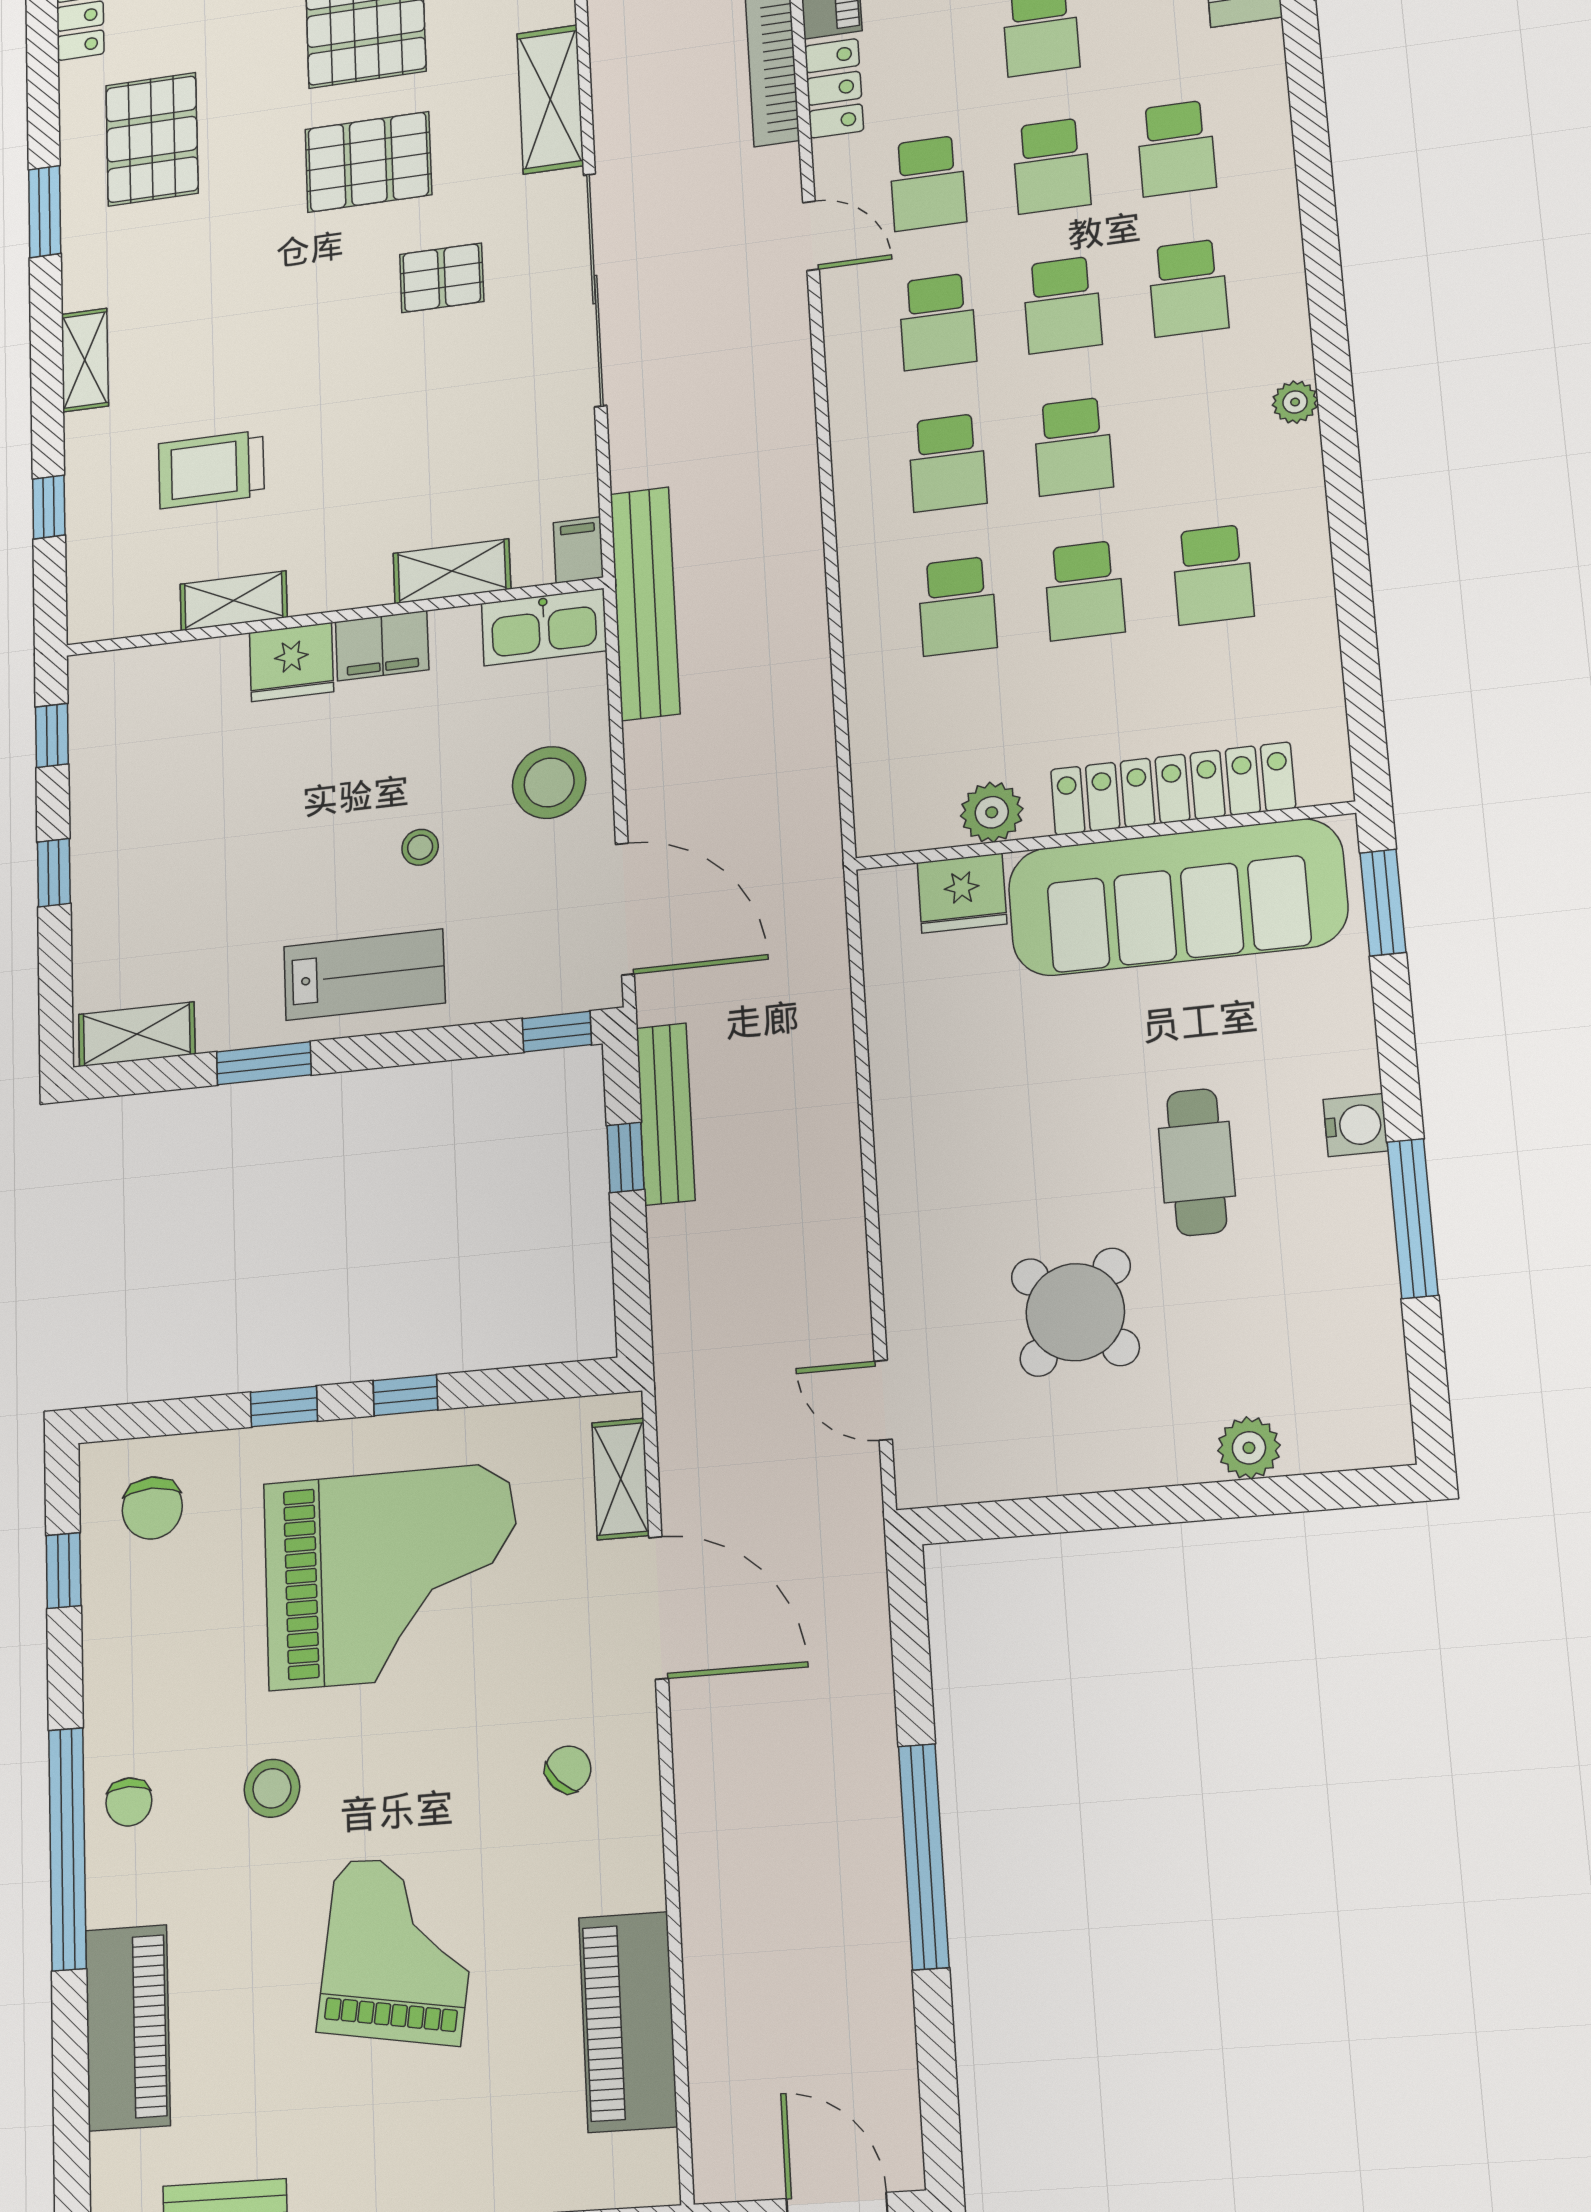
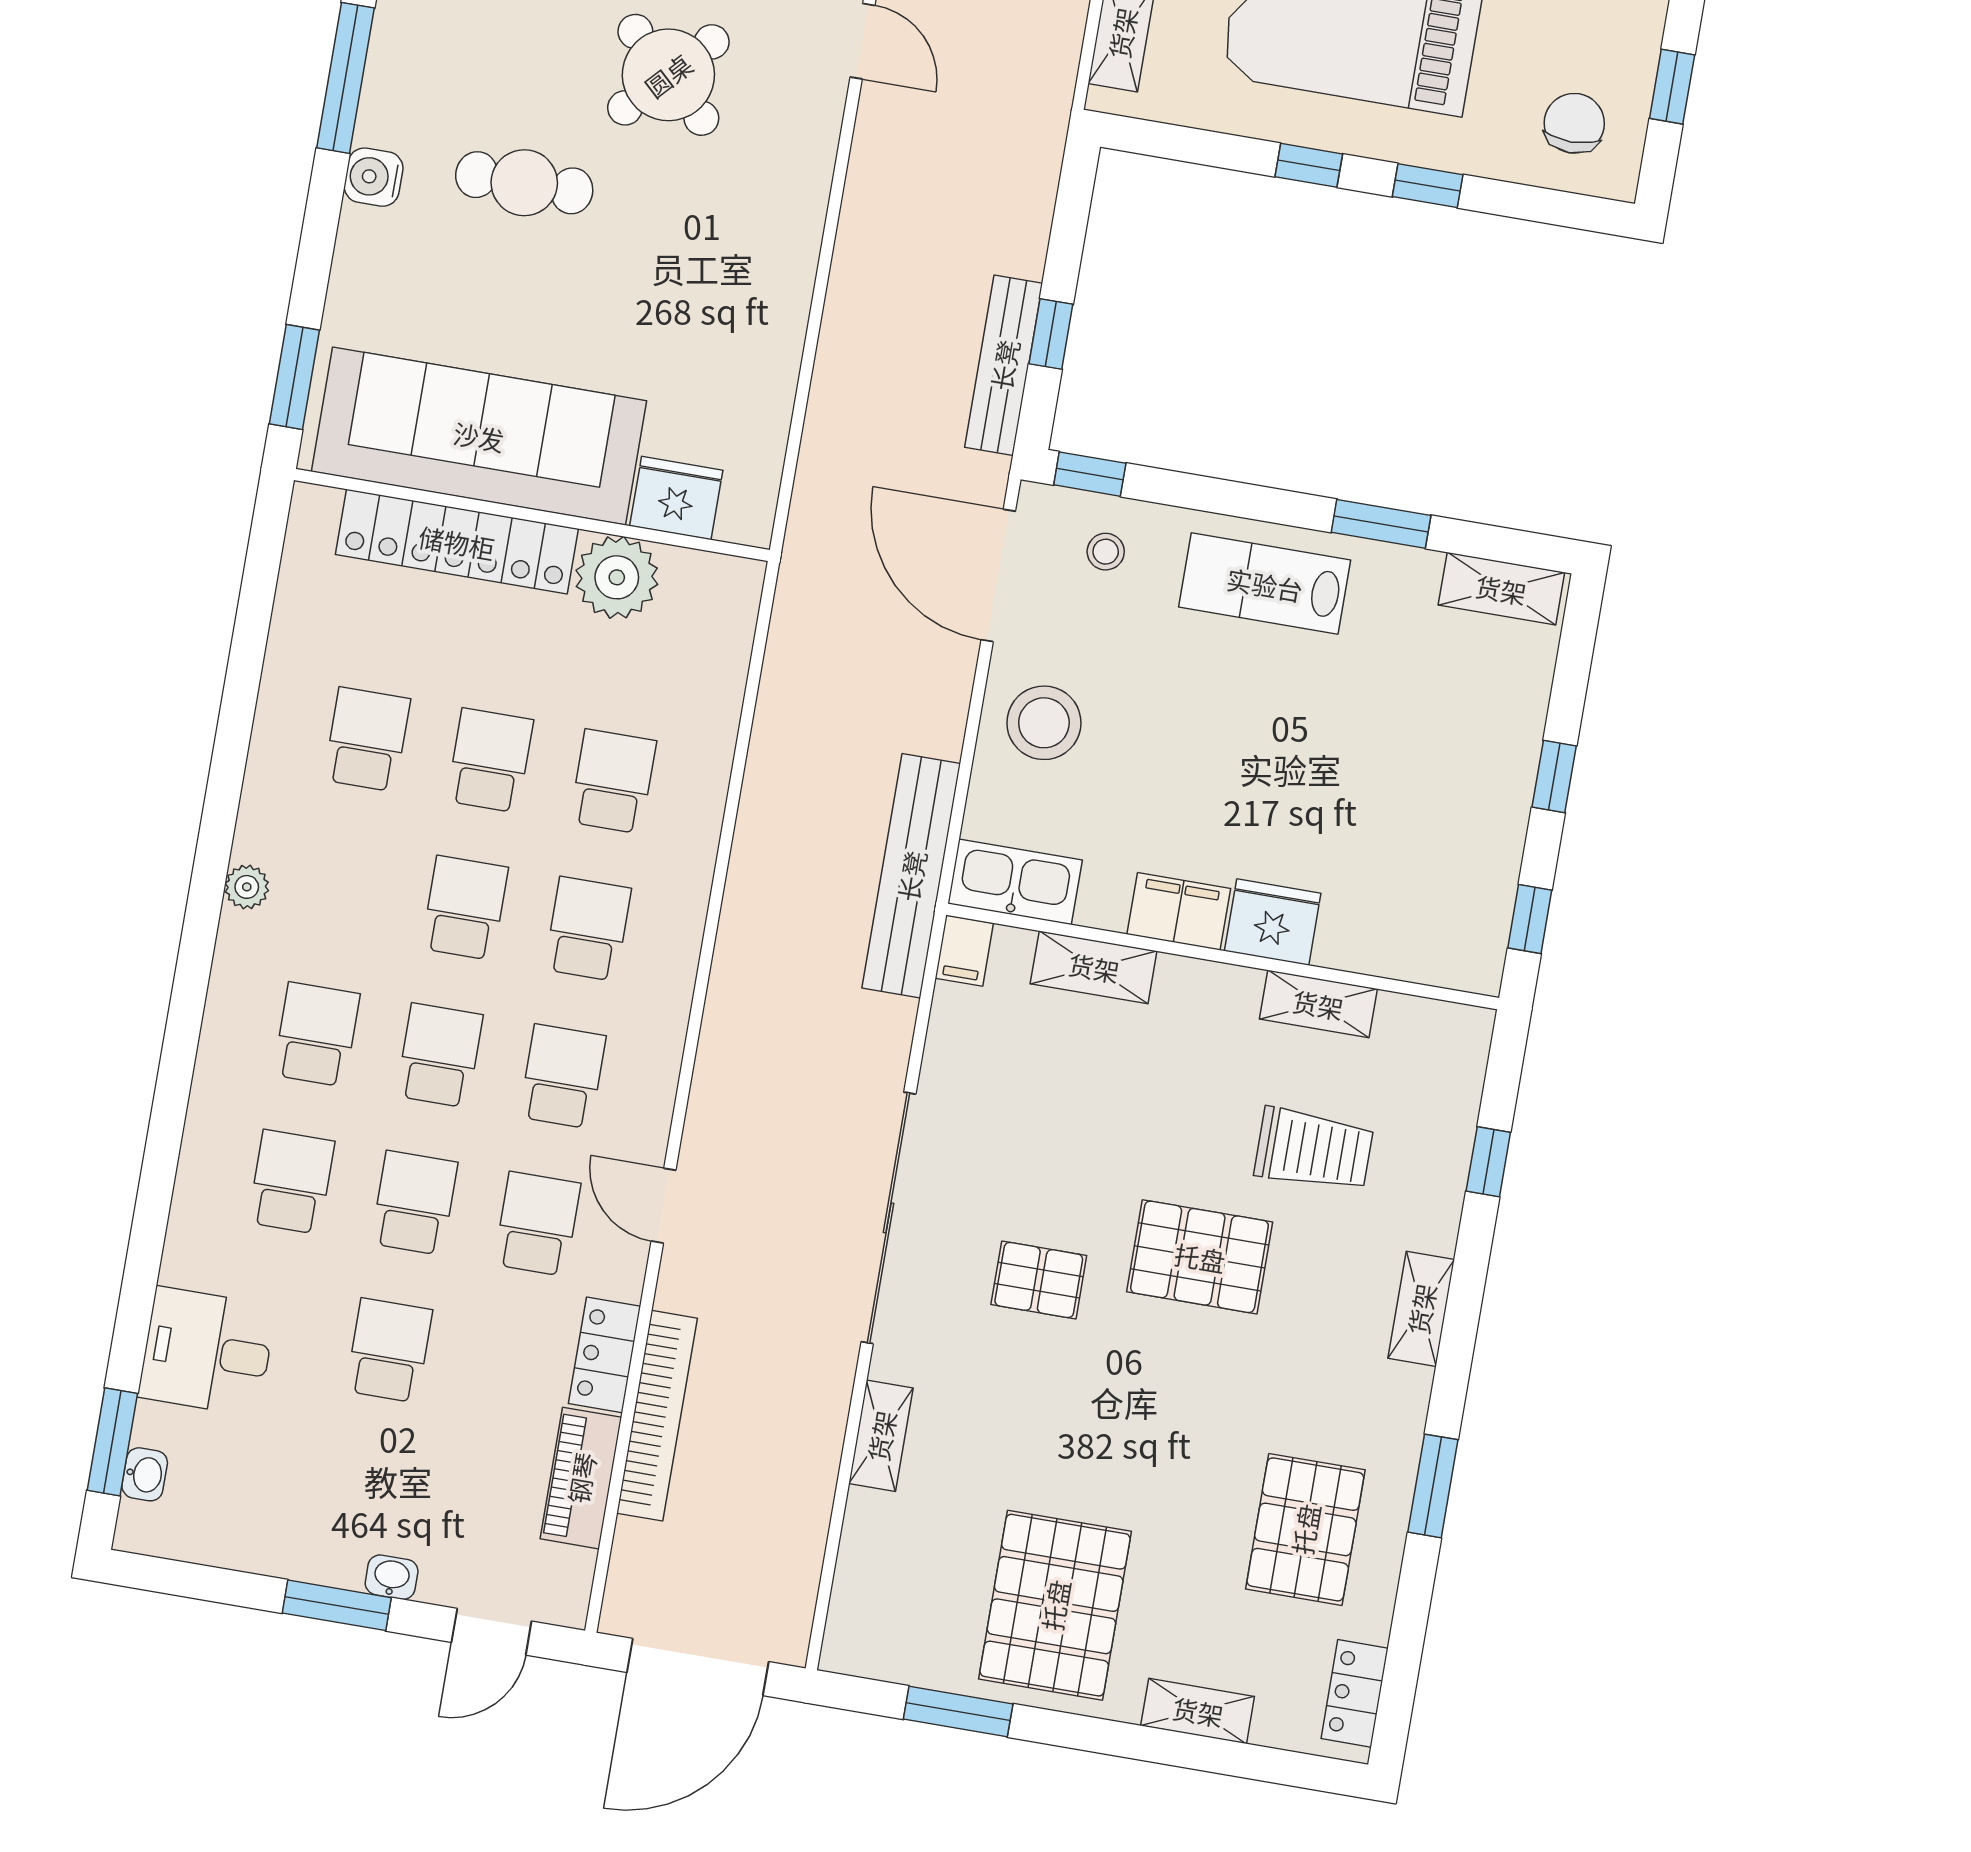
shelving: (550, 99) -> (881, 1436), width x0.67, depth x0.75
pallet: (368, 162) -> (1200, 1257), moved
plant: (992, 812) -> (617, 577), width x1.36, depth x1.36
stool: (420, 847) -> (1106, 552), moved
cafe table: (1197, 1162) -> (524, 183), turned 90

